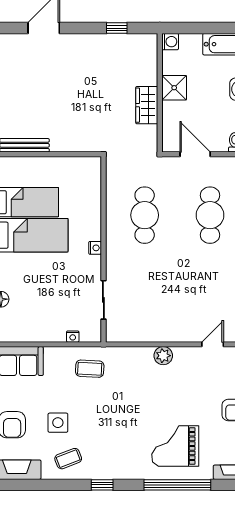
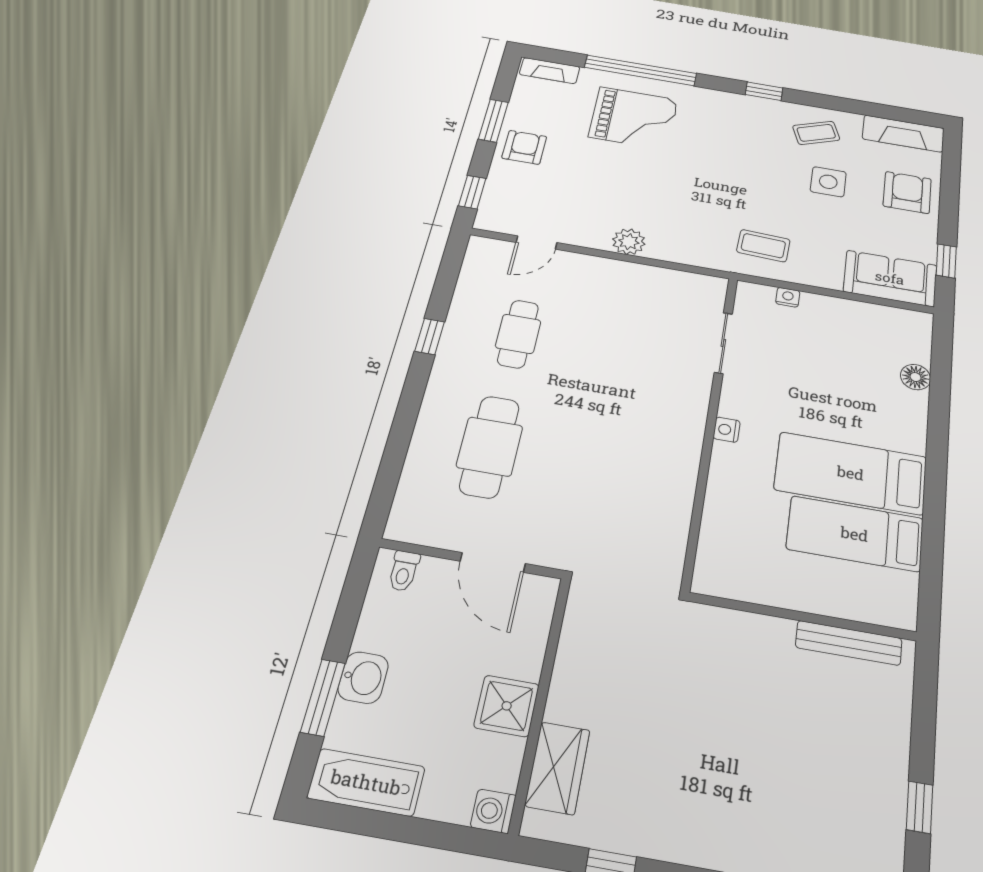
wardrobe: (147, 105) -> (557, 768), moved
cafe table: (145, 215) -> (518, 334), moved, width x0.73, depth x0.74

